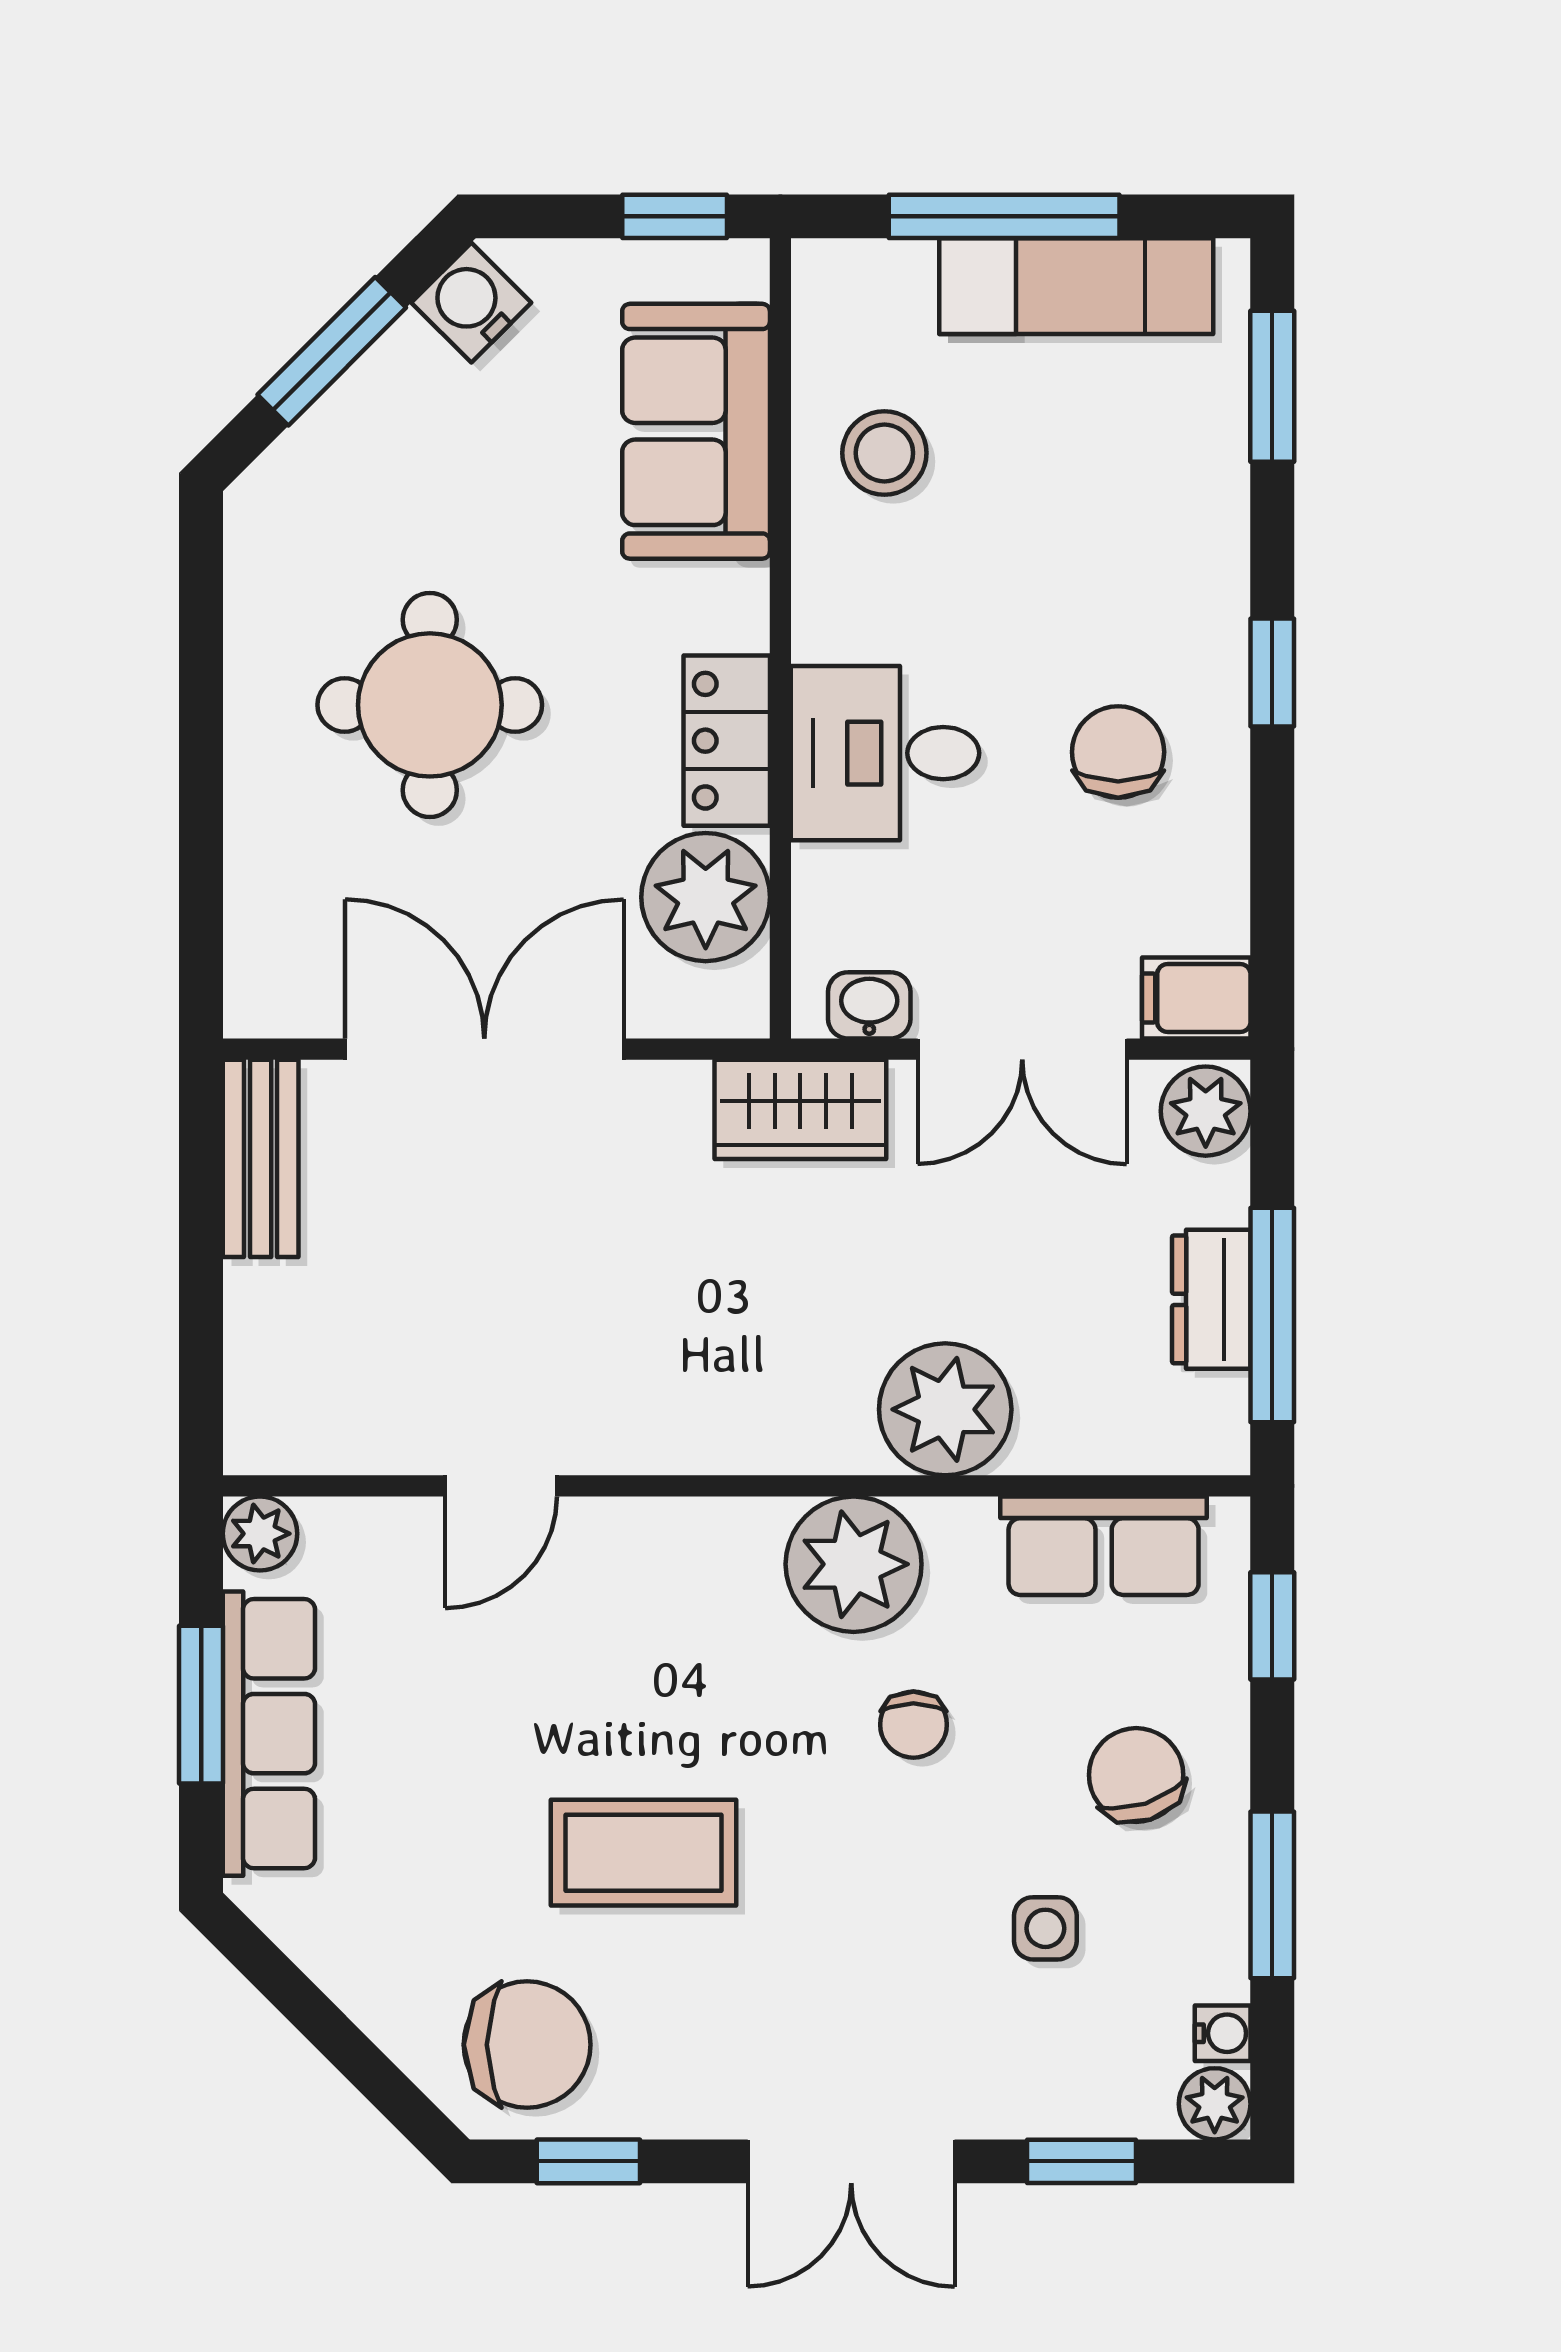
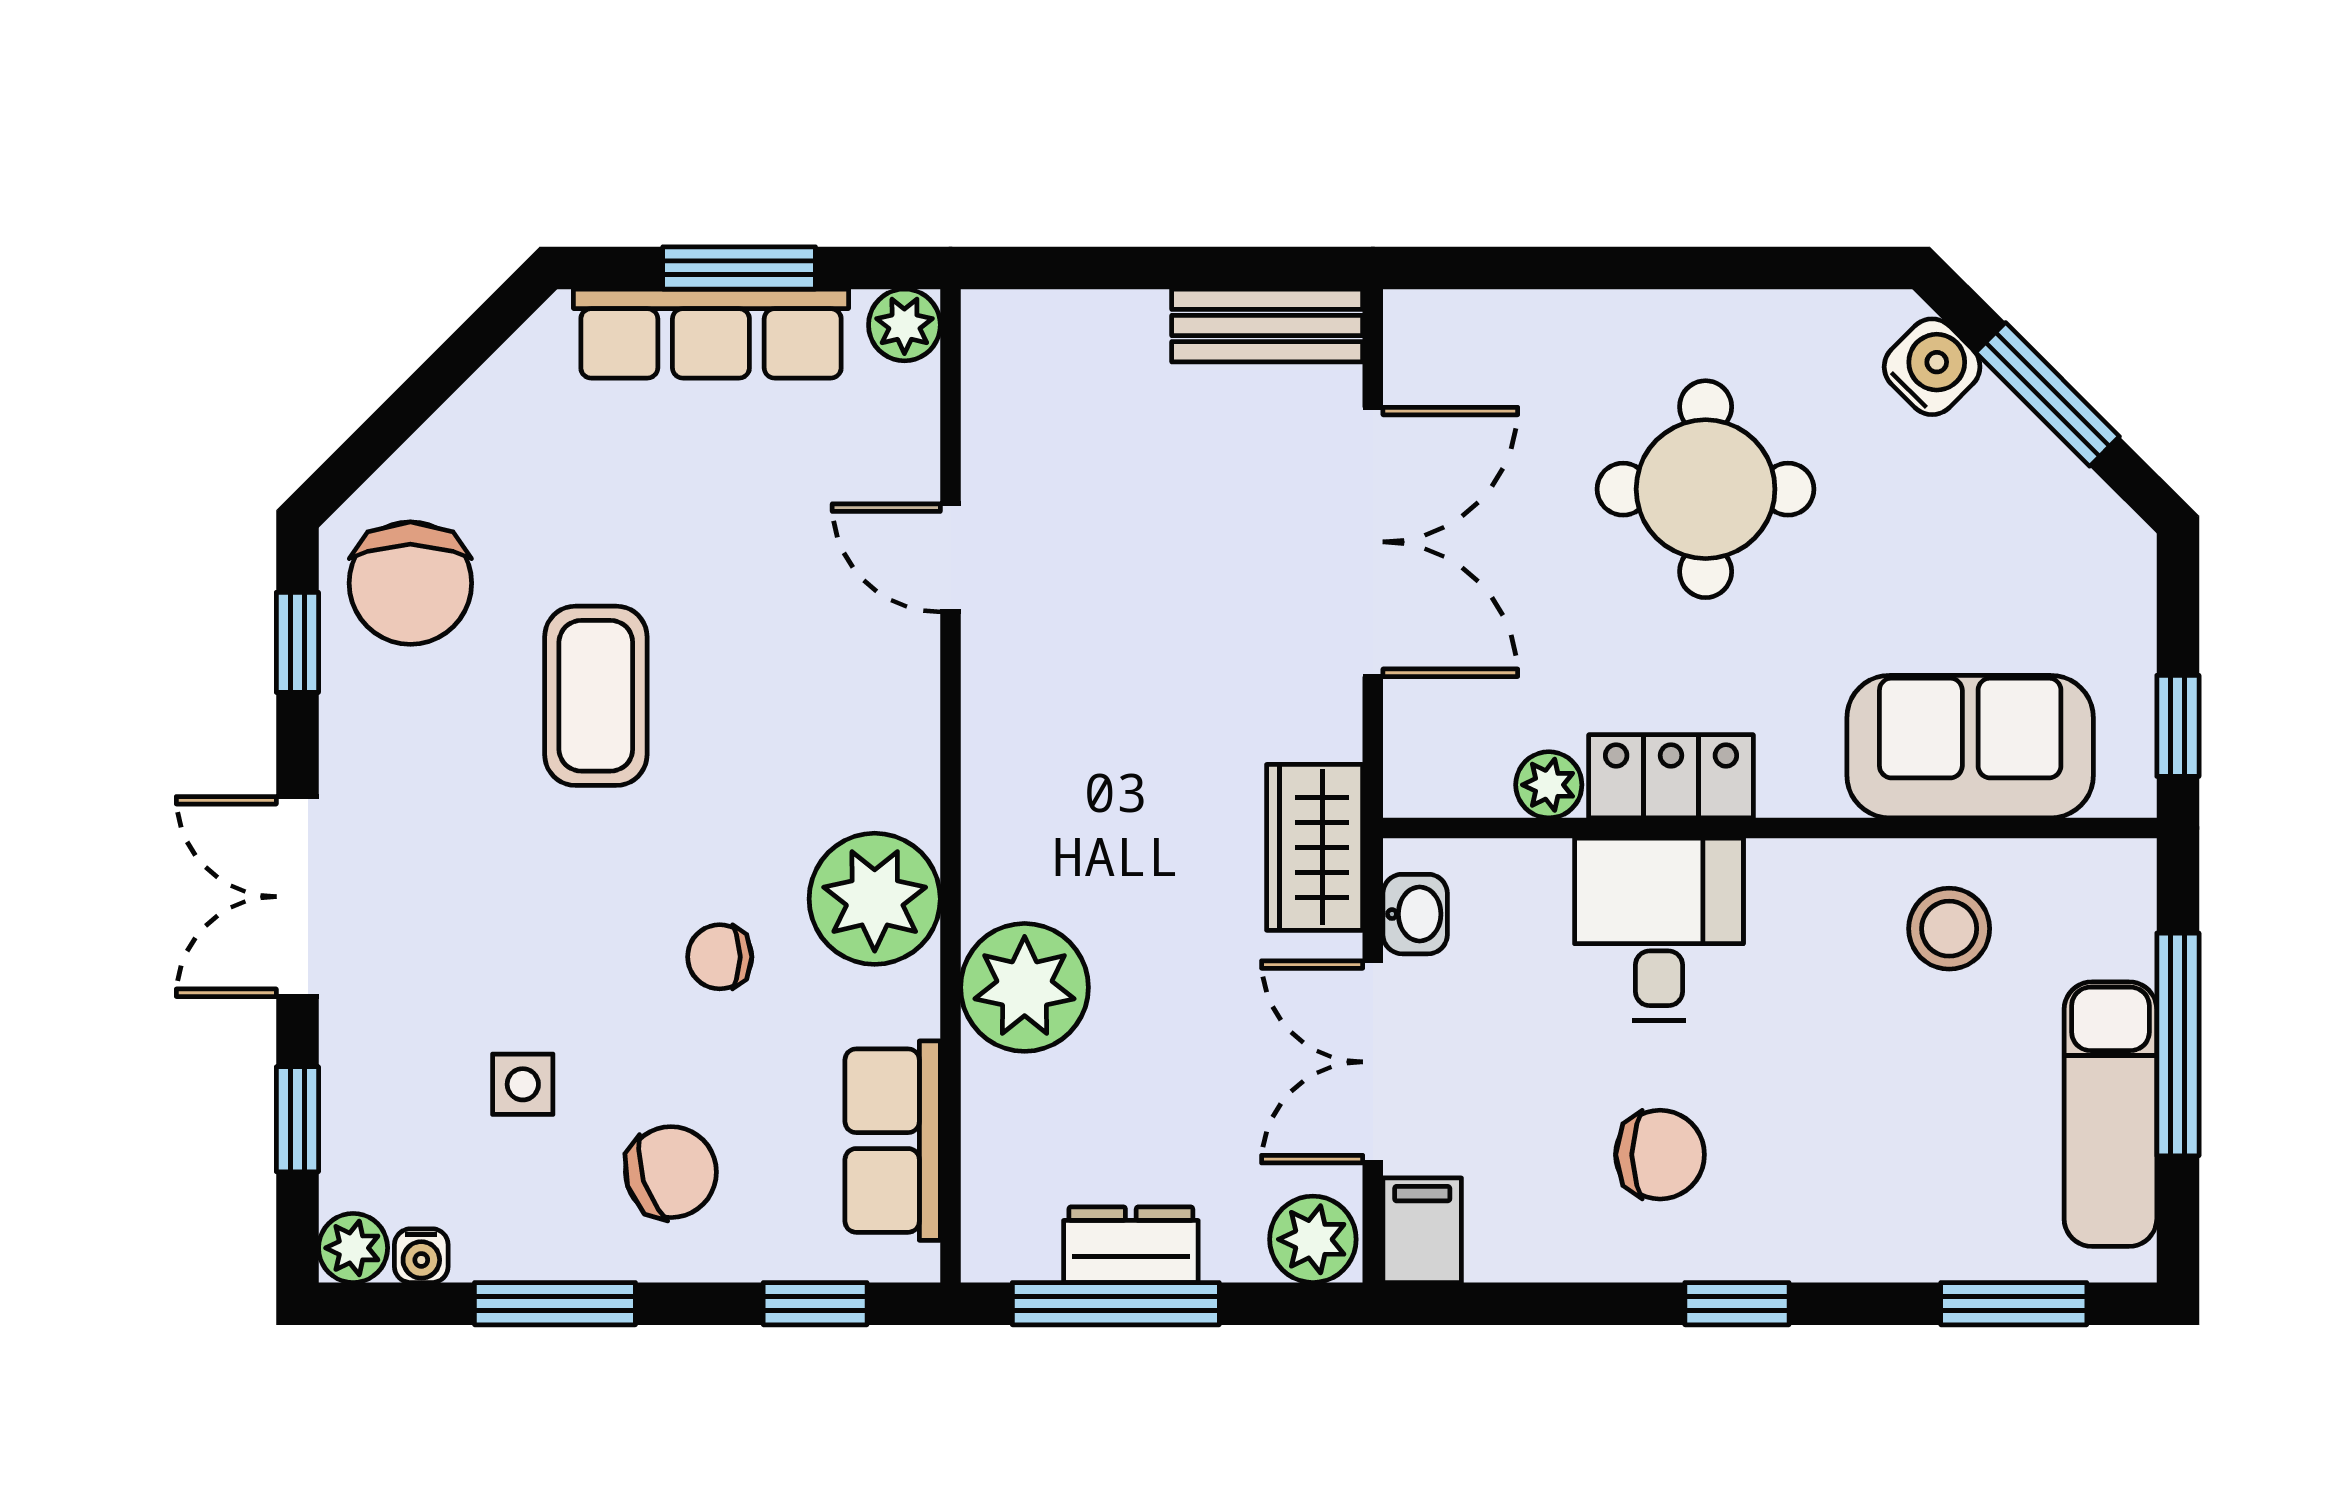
water cooler: (471, 303) -> (1932, 367), moved
plant: (706, 897) -> (1549, 785), width x0.53, depth x0.53

